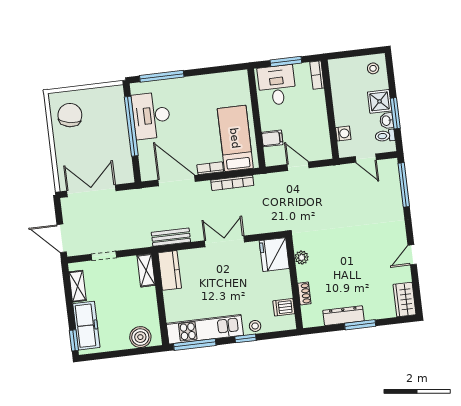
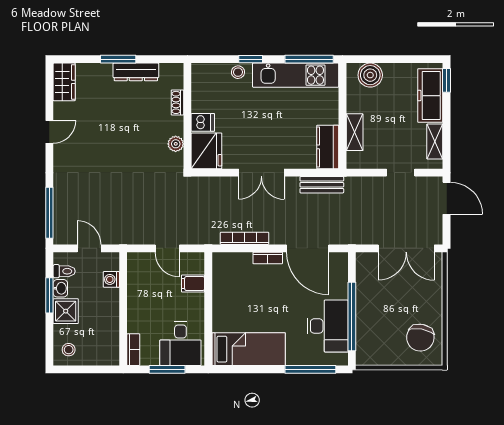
bed: (235, 138) -> (249, 349), moved, turned -90
shelving: (146, 270) -> (355, 132), moved
dishwasher: (284, 307) -> (203, 122), moved

